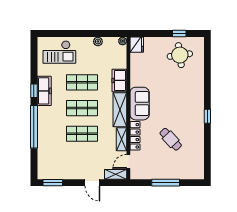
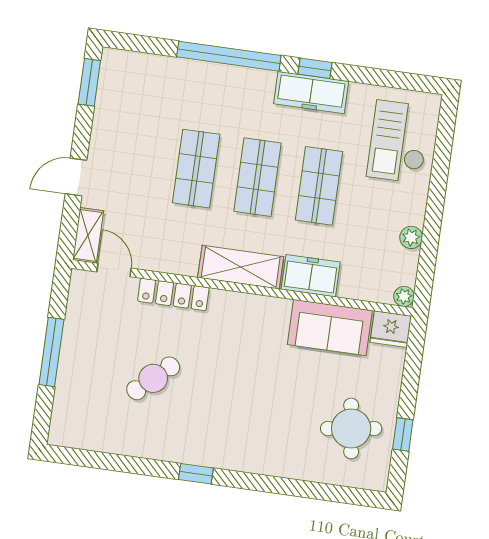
sofa: (140, 104) -> (330, 327), moved
shelving: (122, 139) -> (170, 261), removed

